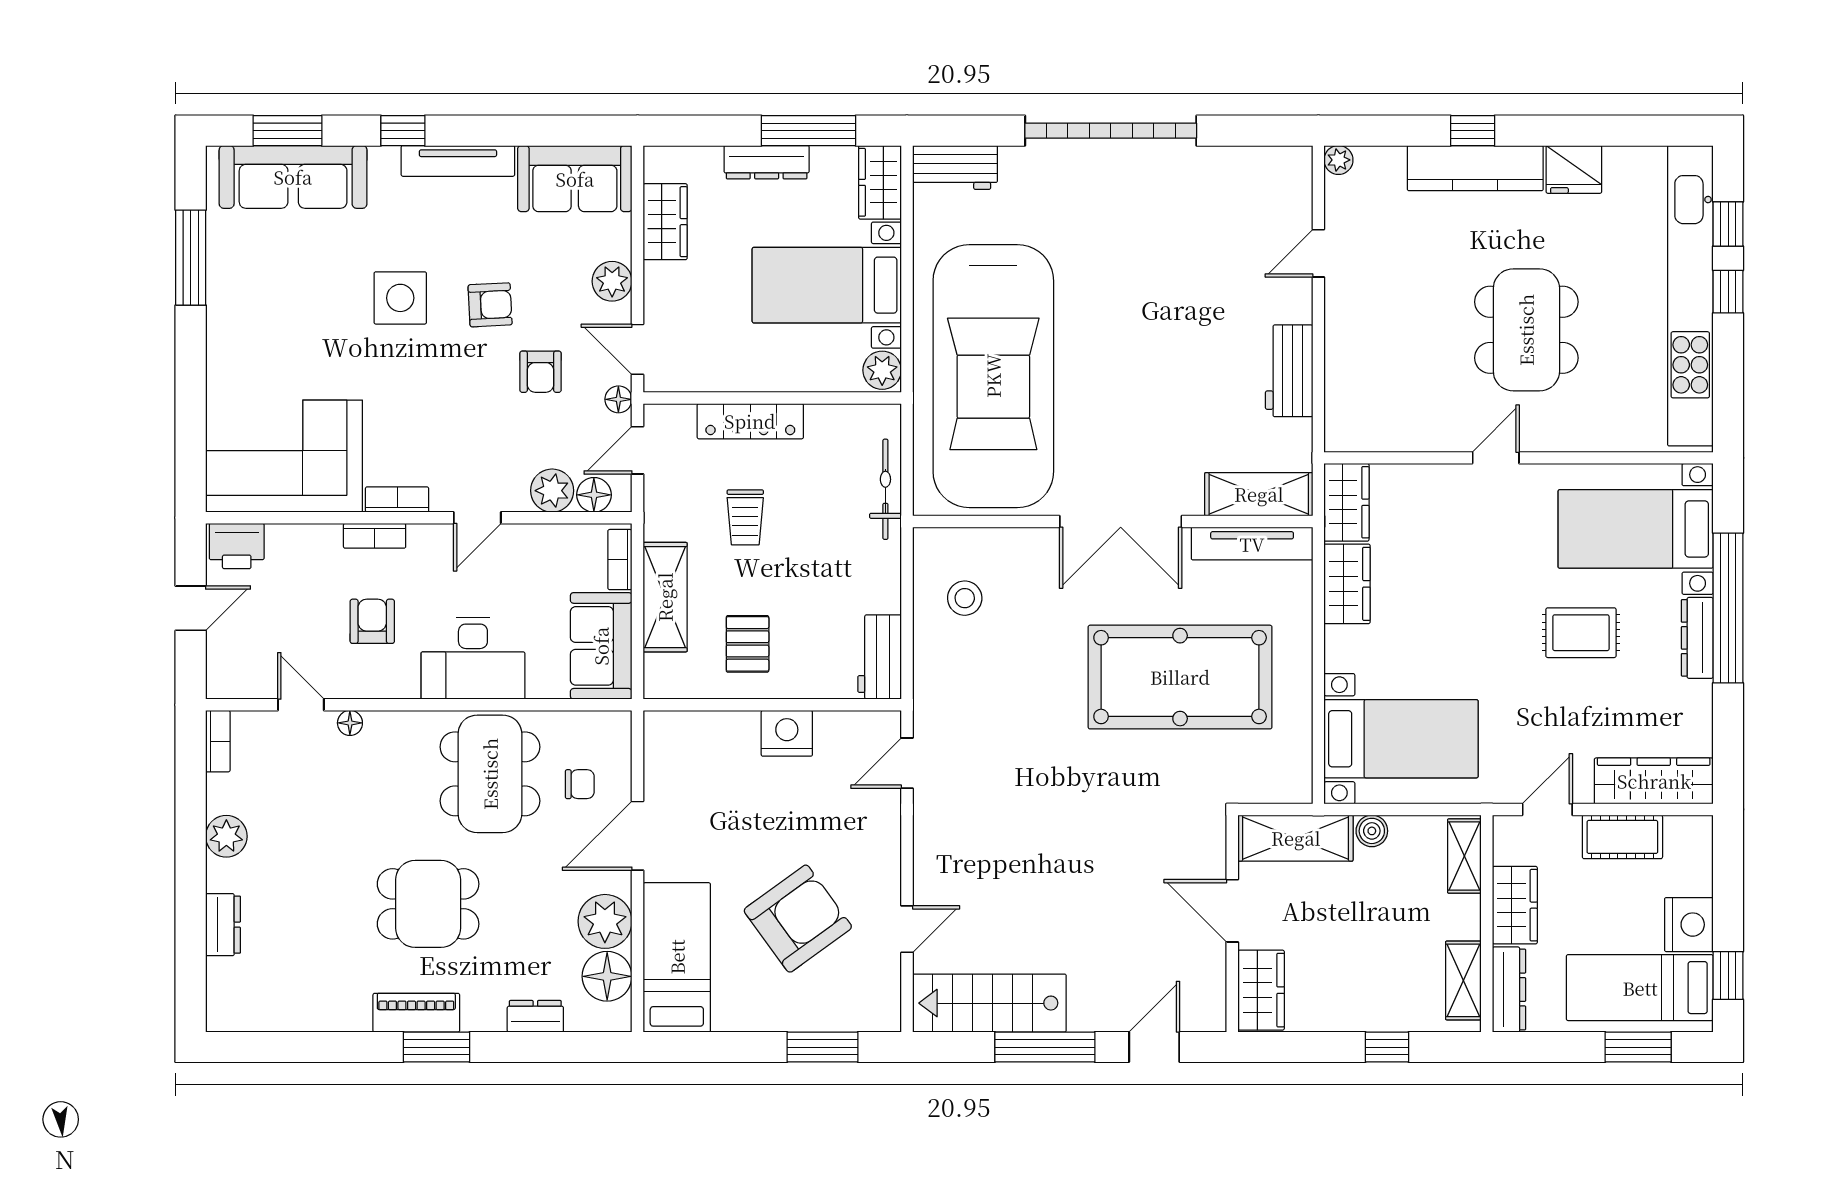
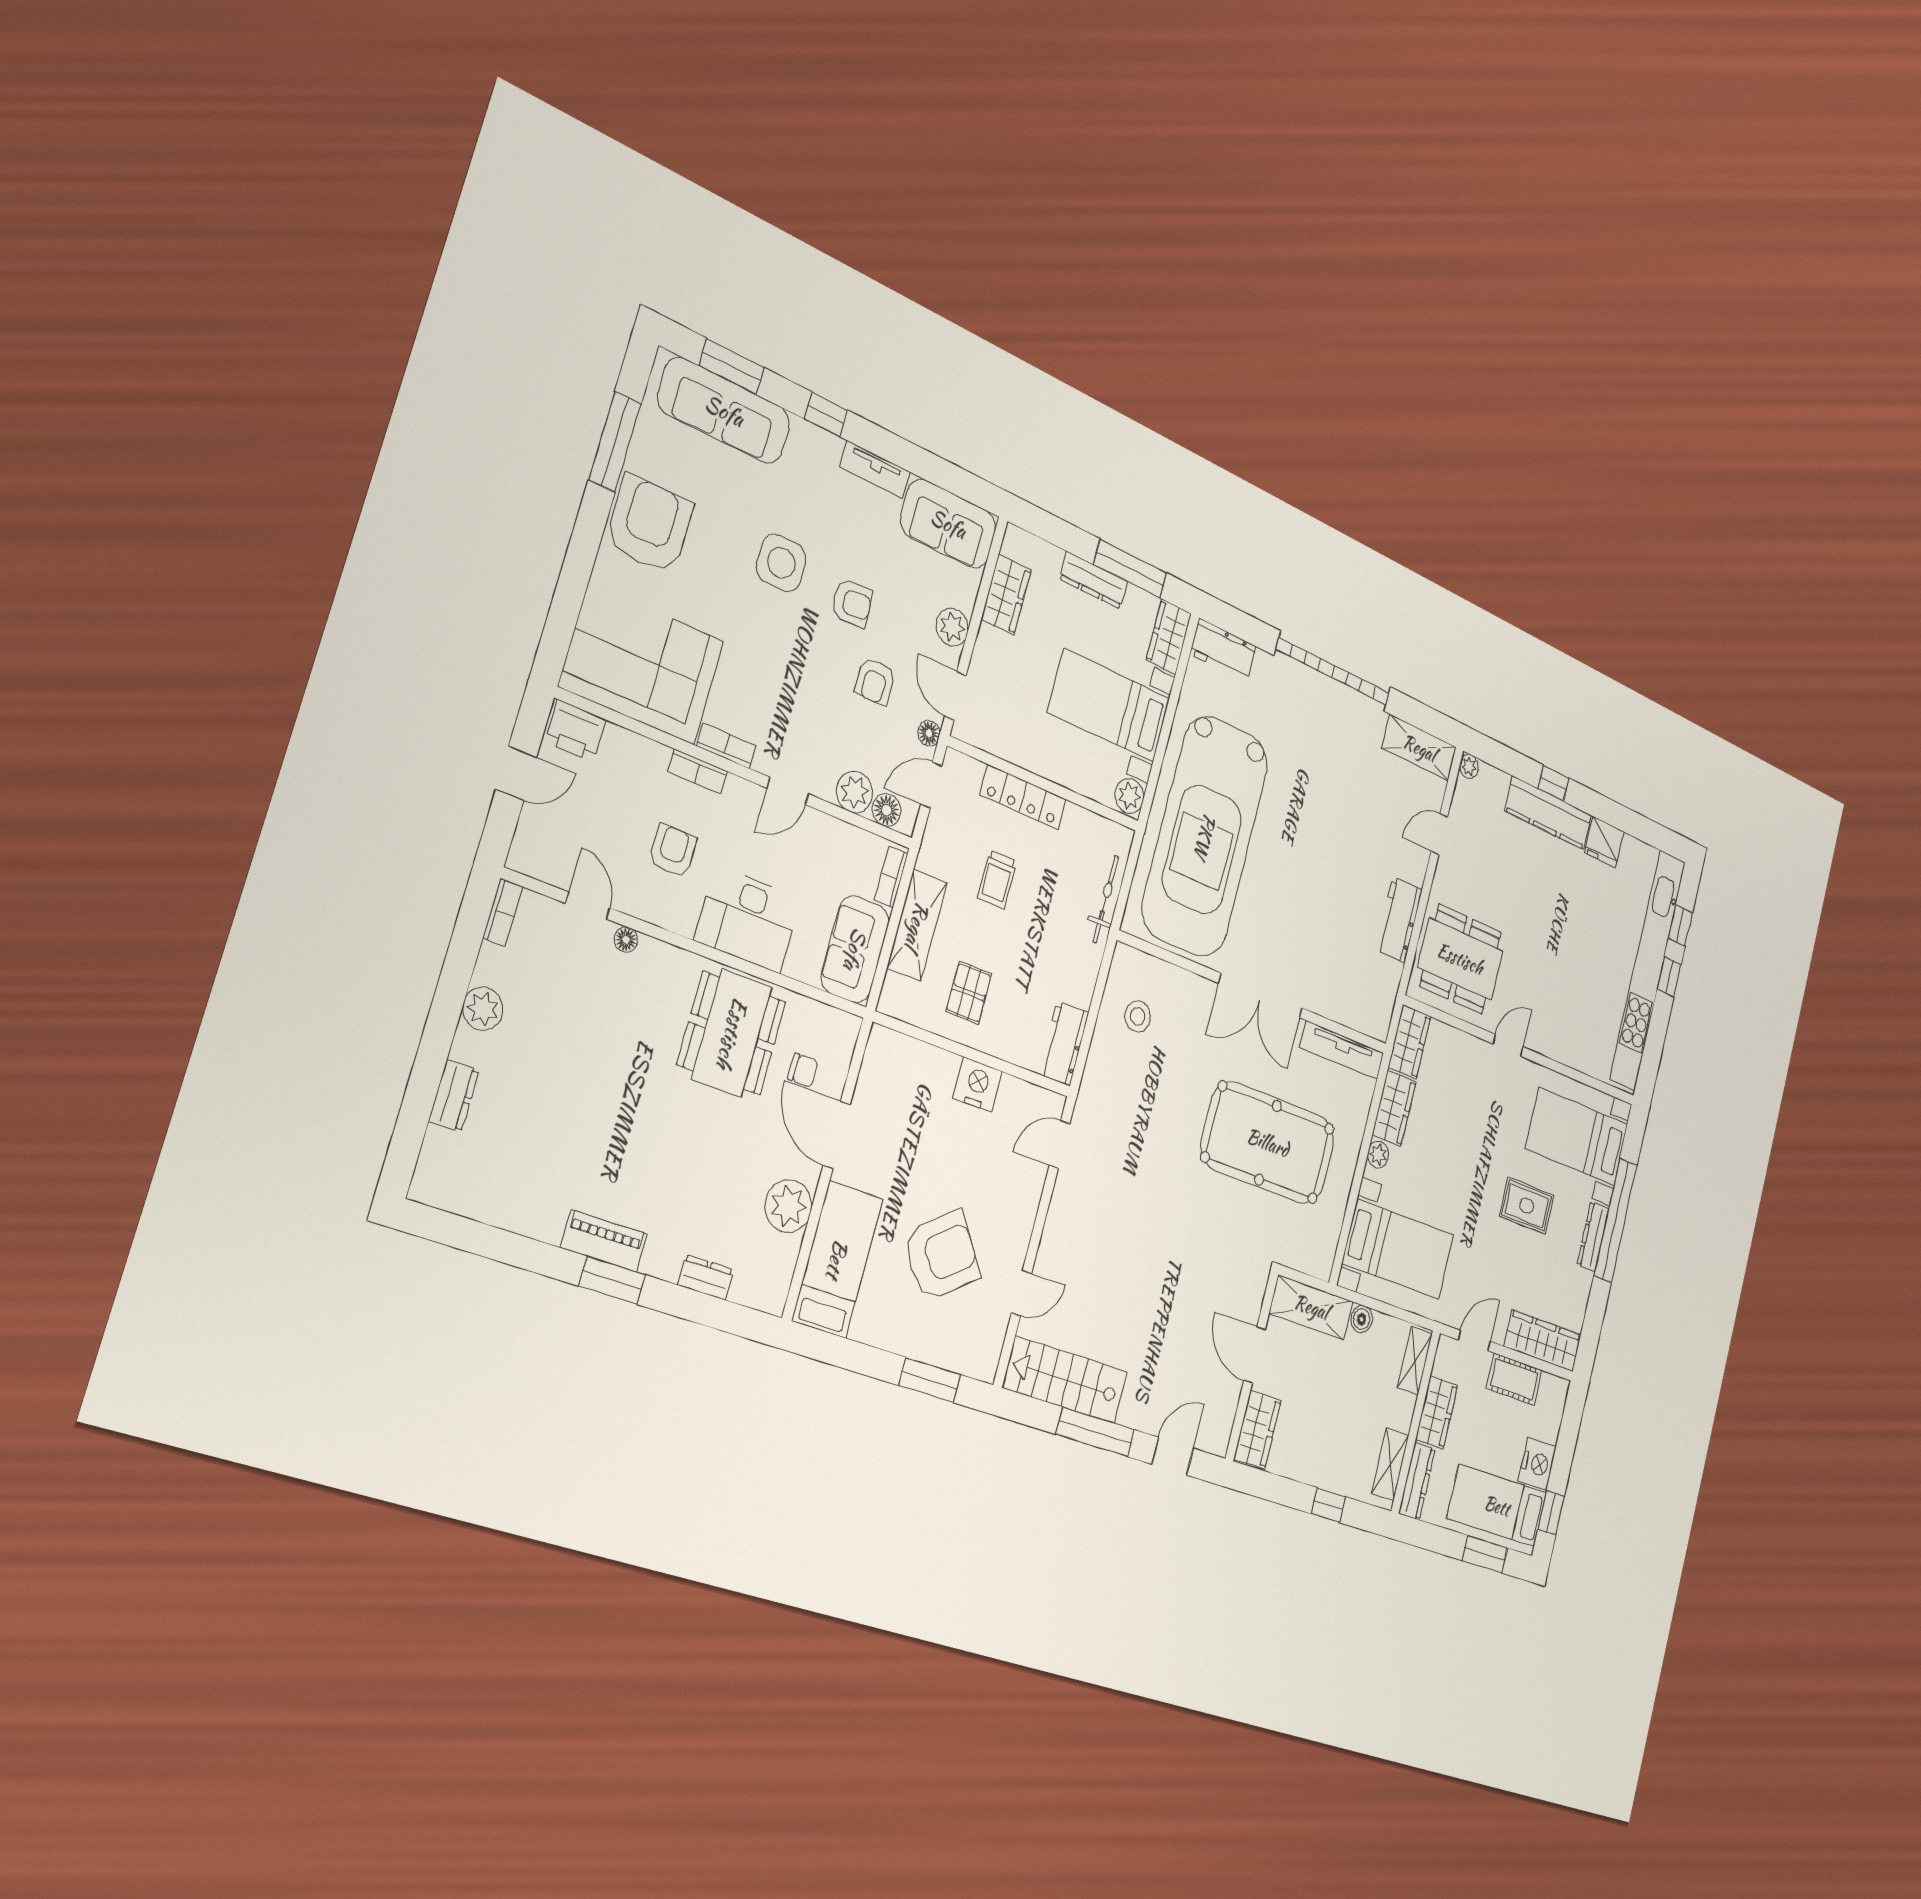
tv unit: (458, 161) -> (875, 470), width x0.71
armchair: (250, 321) -> (649, 525), added
dining table: (1526, 330) -> (1460, 959), moved, turned 90
shelving: (1259, 494) -> (1419, 748), moved
plant: (1340, 642) -> (1378, 1155), added
door: (638, 836) -> (837, 1135), hinge flipped
dining table: (428, 904) -> (644, 1138), removed
floor lamp: (607, 976) -> (776, 1259), removed

